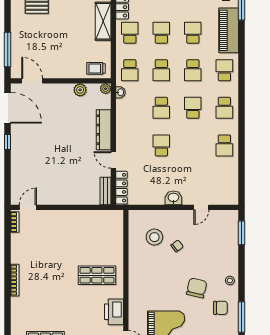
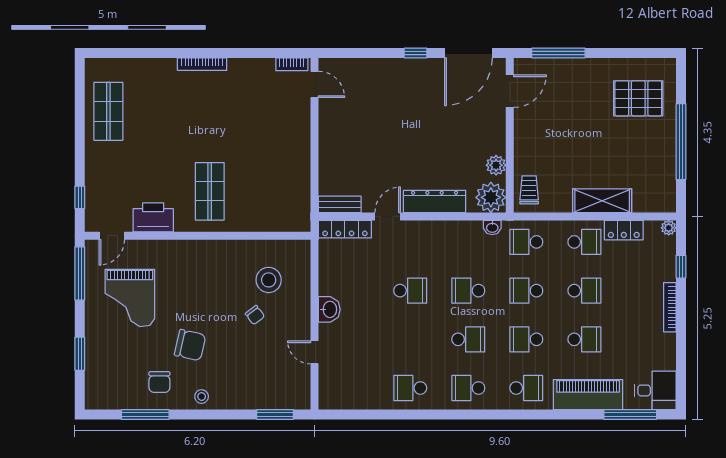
plant: (106, 89) -> (491, 197), width x1.87, depth x1.87

